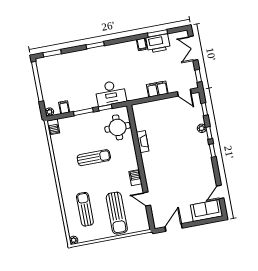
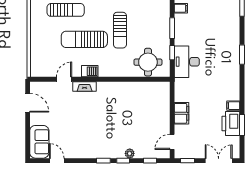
fireplace: (143, 142) -> (85, 86), moved
sun lounger: (117, 213) -> (84, 39), moved

